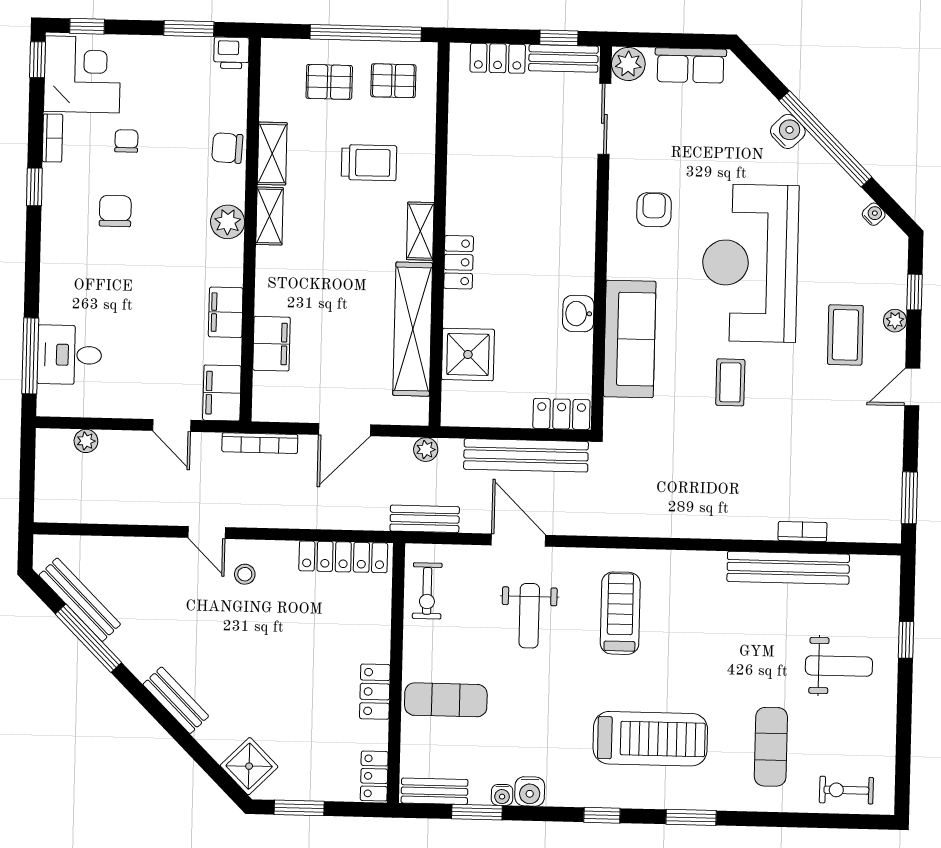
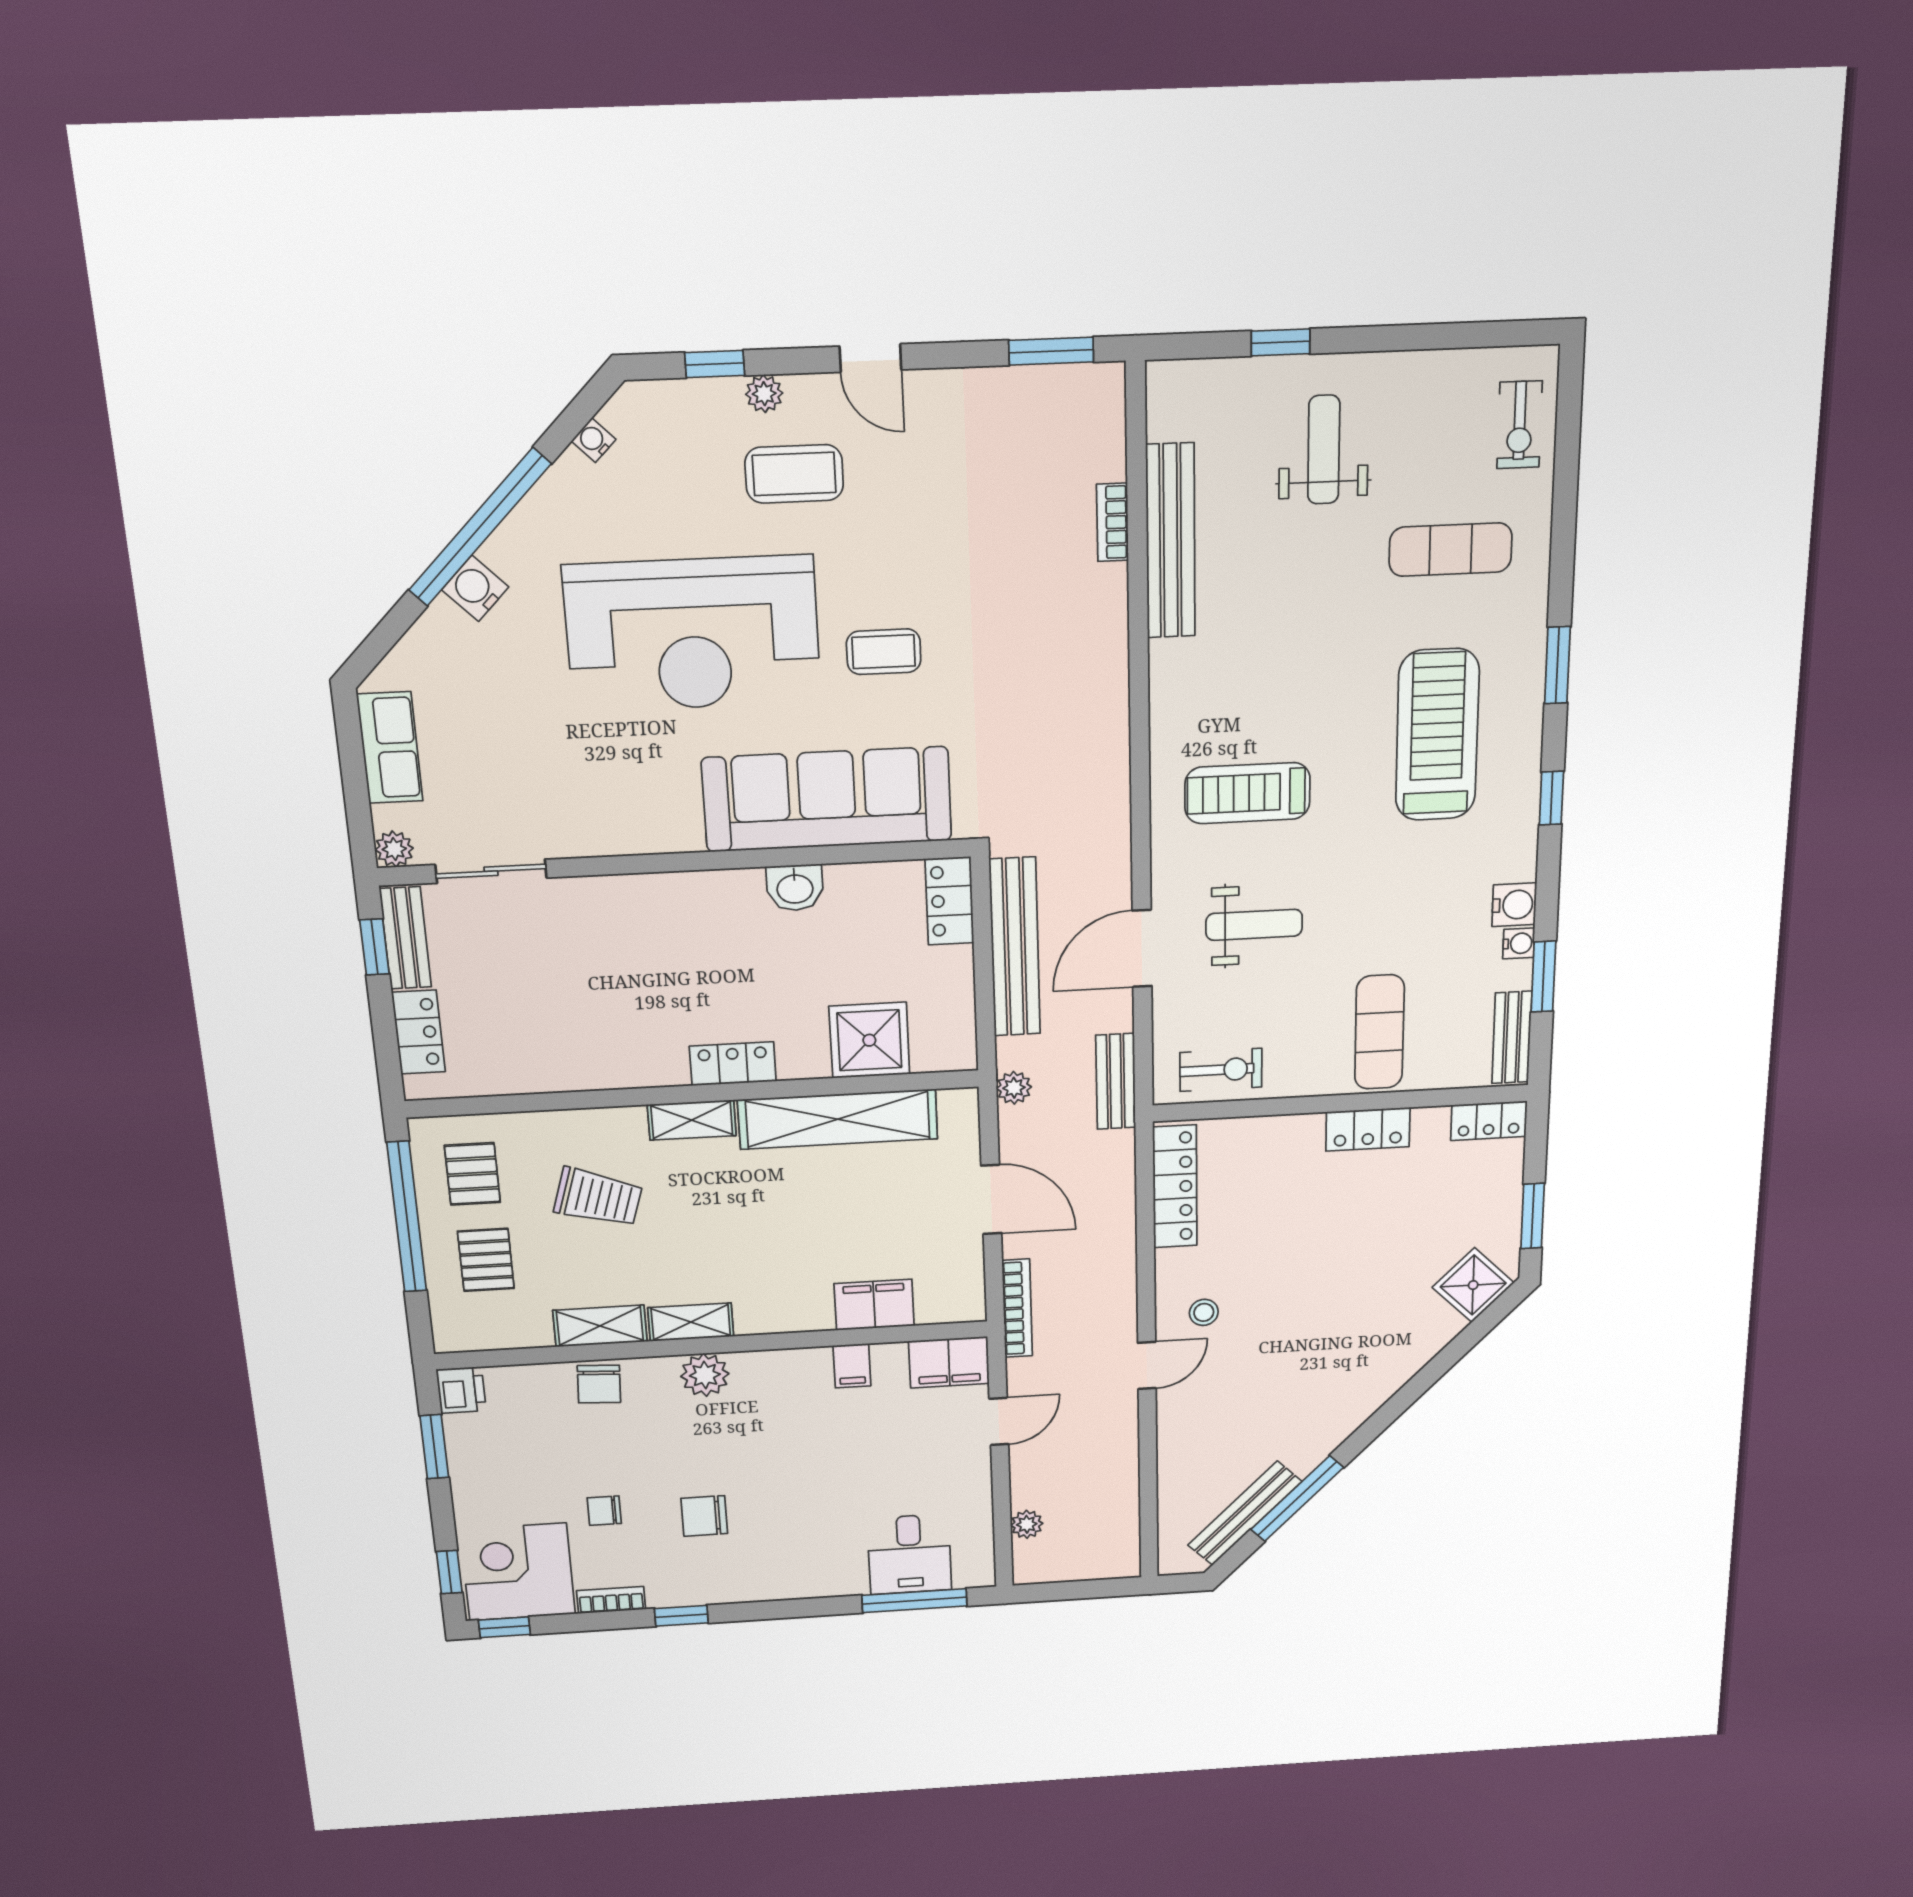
plant: (628, 64) -> (394, 849), width x0.73, depth x0.73
trolley: (369, 163) -> (598, 1197), turned 107
armchair: (654, 210) -> (624, 787), removed
filing cabinet: (226, 312) -> (852, 1366), width x0.50
sofa: (630, 339) -> (827, 799), width x1.36, depth x1.27
bench: (176, 700) -> (1381, 1385), removed

